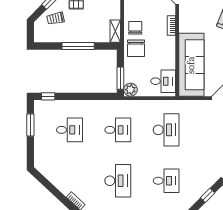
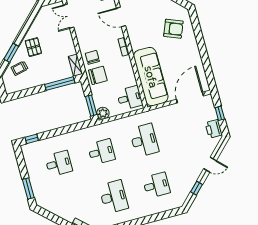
window: (78, 46) -> (60, 84), moved
chair: (136, 48) -> (98, 75), turned -90
window: (30, 125) -> (28, 188), moved

